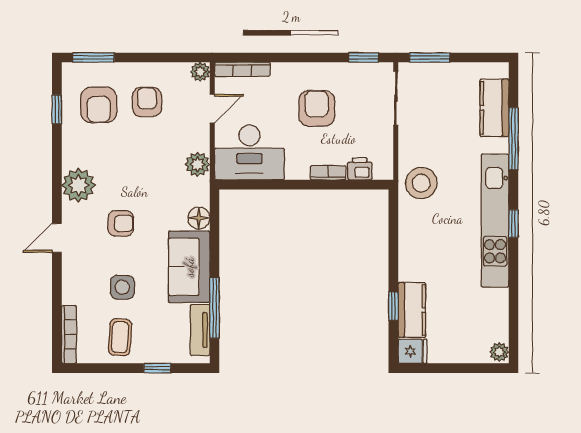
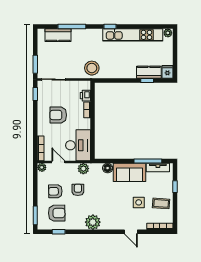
kitchen unit: (495, 221) -> (133, 35), moved
armchair: (121, 223) -> (78, 190), moved
door: (57, 238) -> (131, 232), moved

